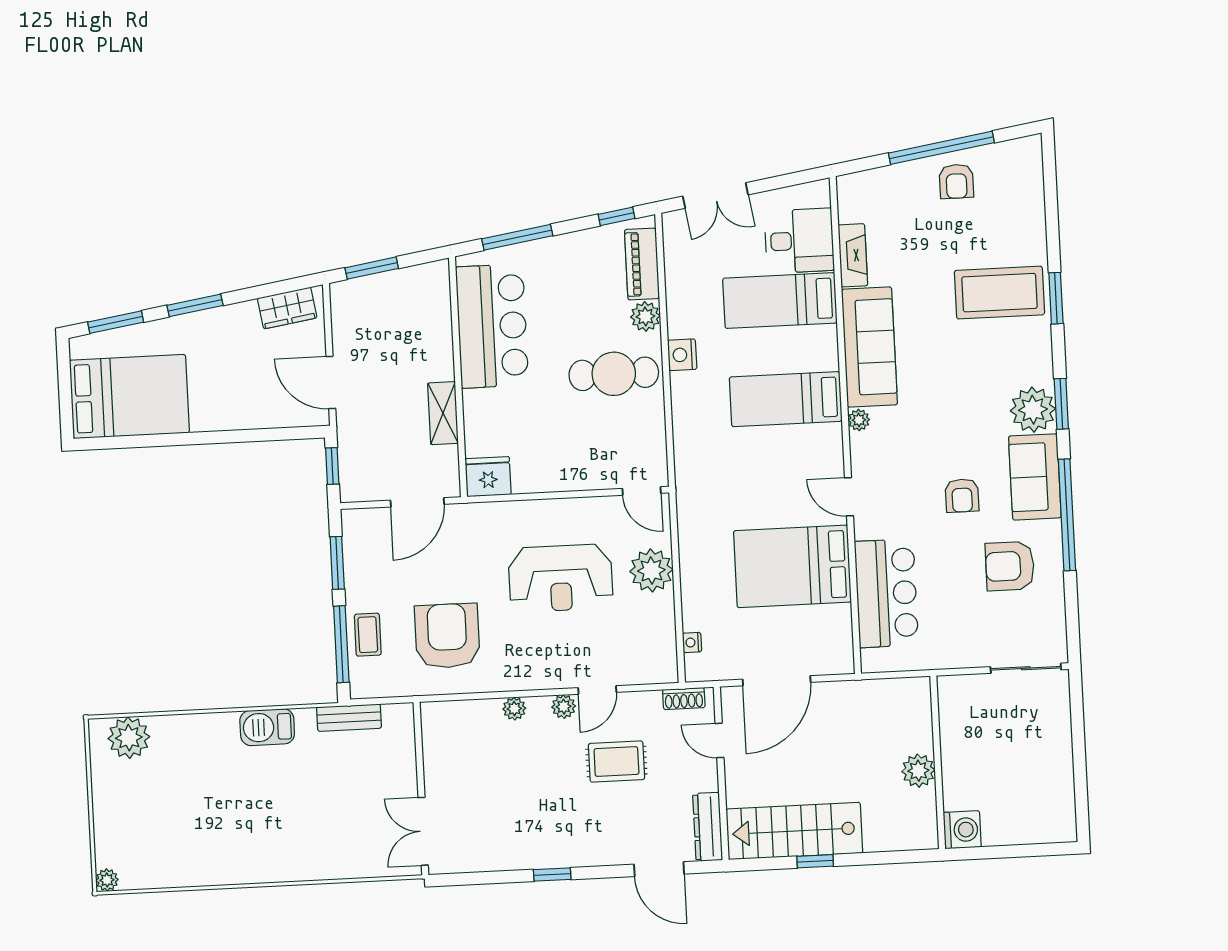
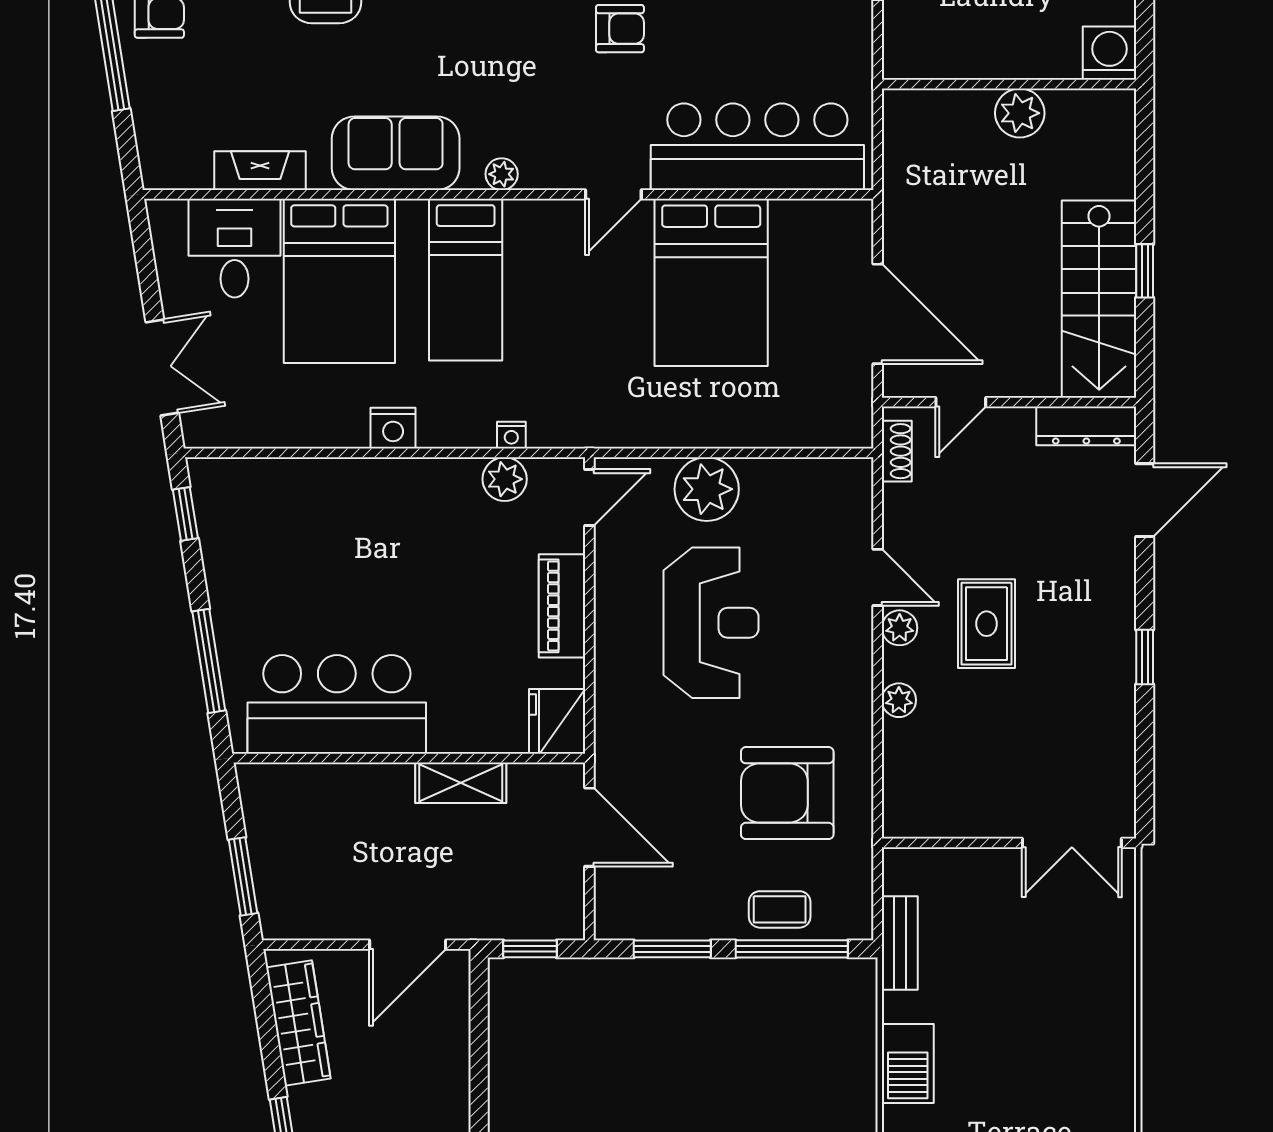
piano: (642, 264) -> (562, 606), moved, turned 90
bed: (780, 301) -> (339, 281), width x1.50
wardrobe: (287, 308) -> (298, 1023), width x1.50
plant: (645, 316) -> (505, 479), moved
sofa: (869, 347) -> (396, 153), width x0.73
cafe table: (614, 374) -> (416, 530), removed
bar counter: (886, 593) -> (757, 147), width x1.36
nightstand: (692, 642) -> (511, 435), moved
rug: (616, 762) -> (987, 624), moved

